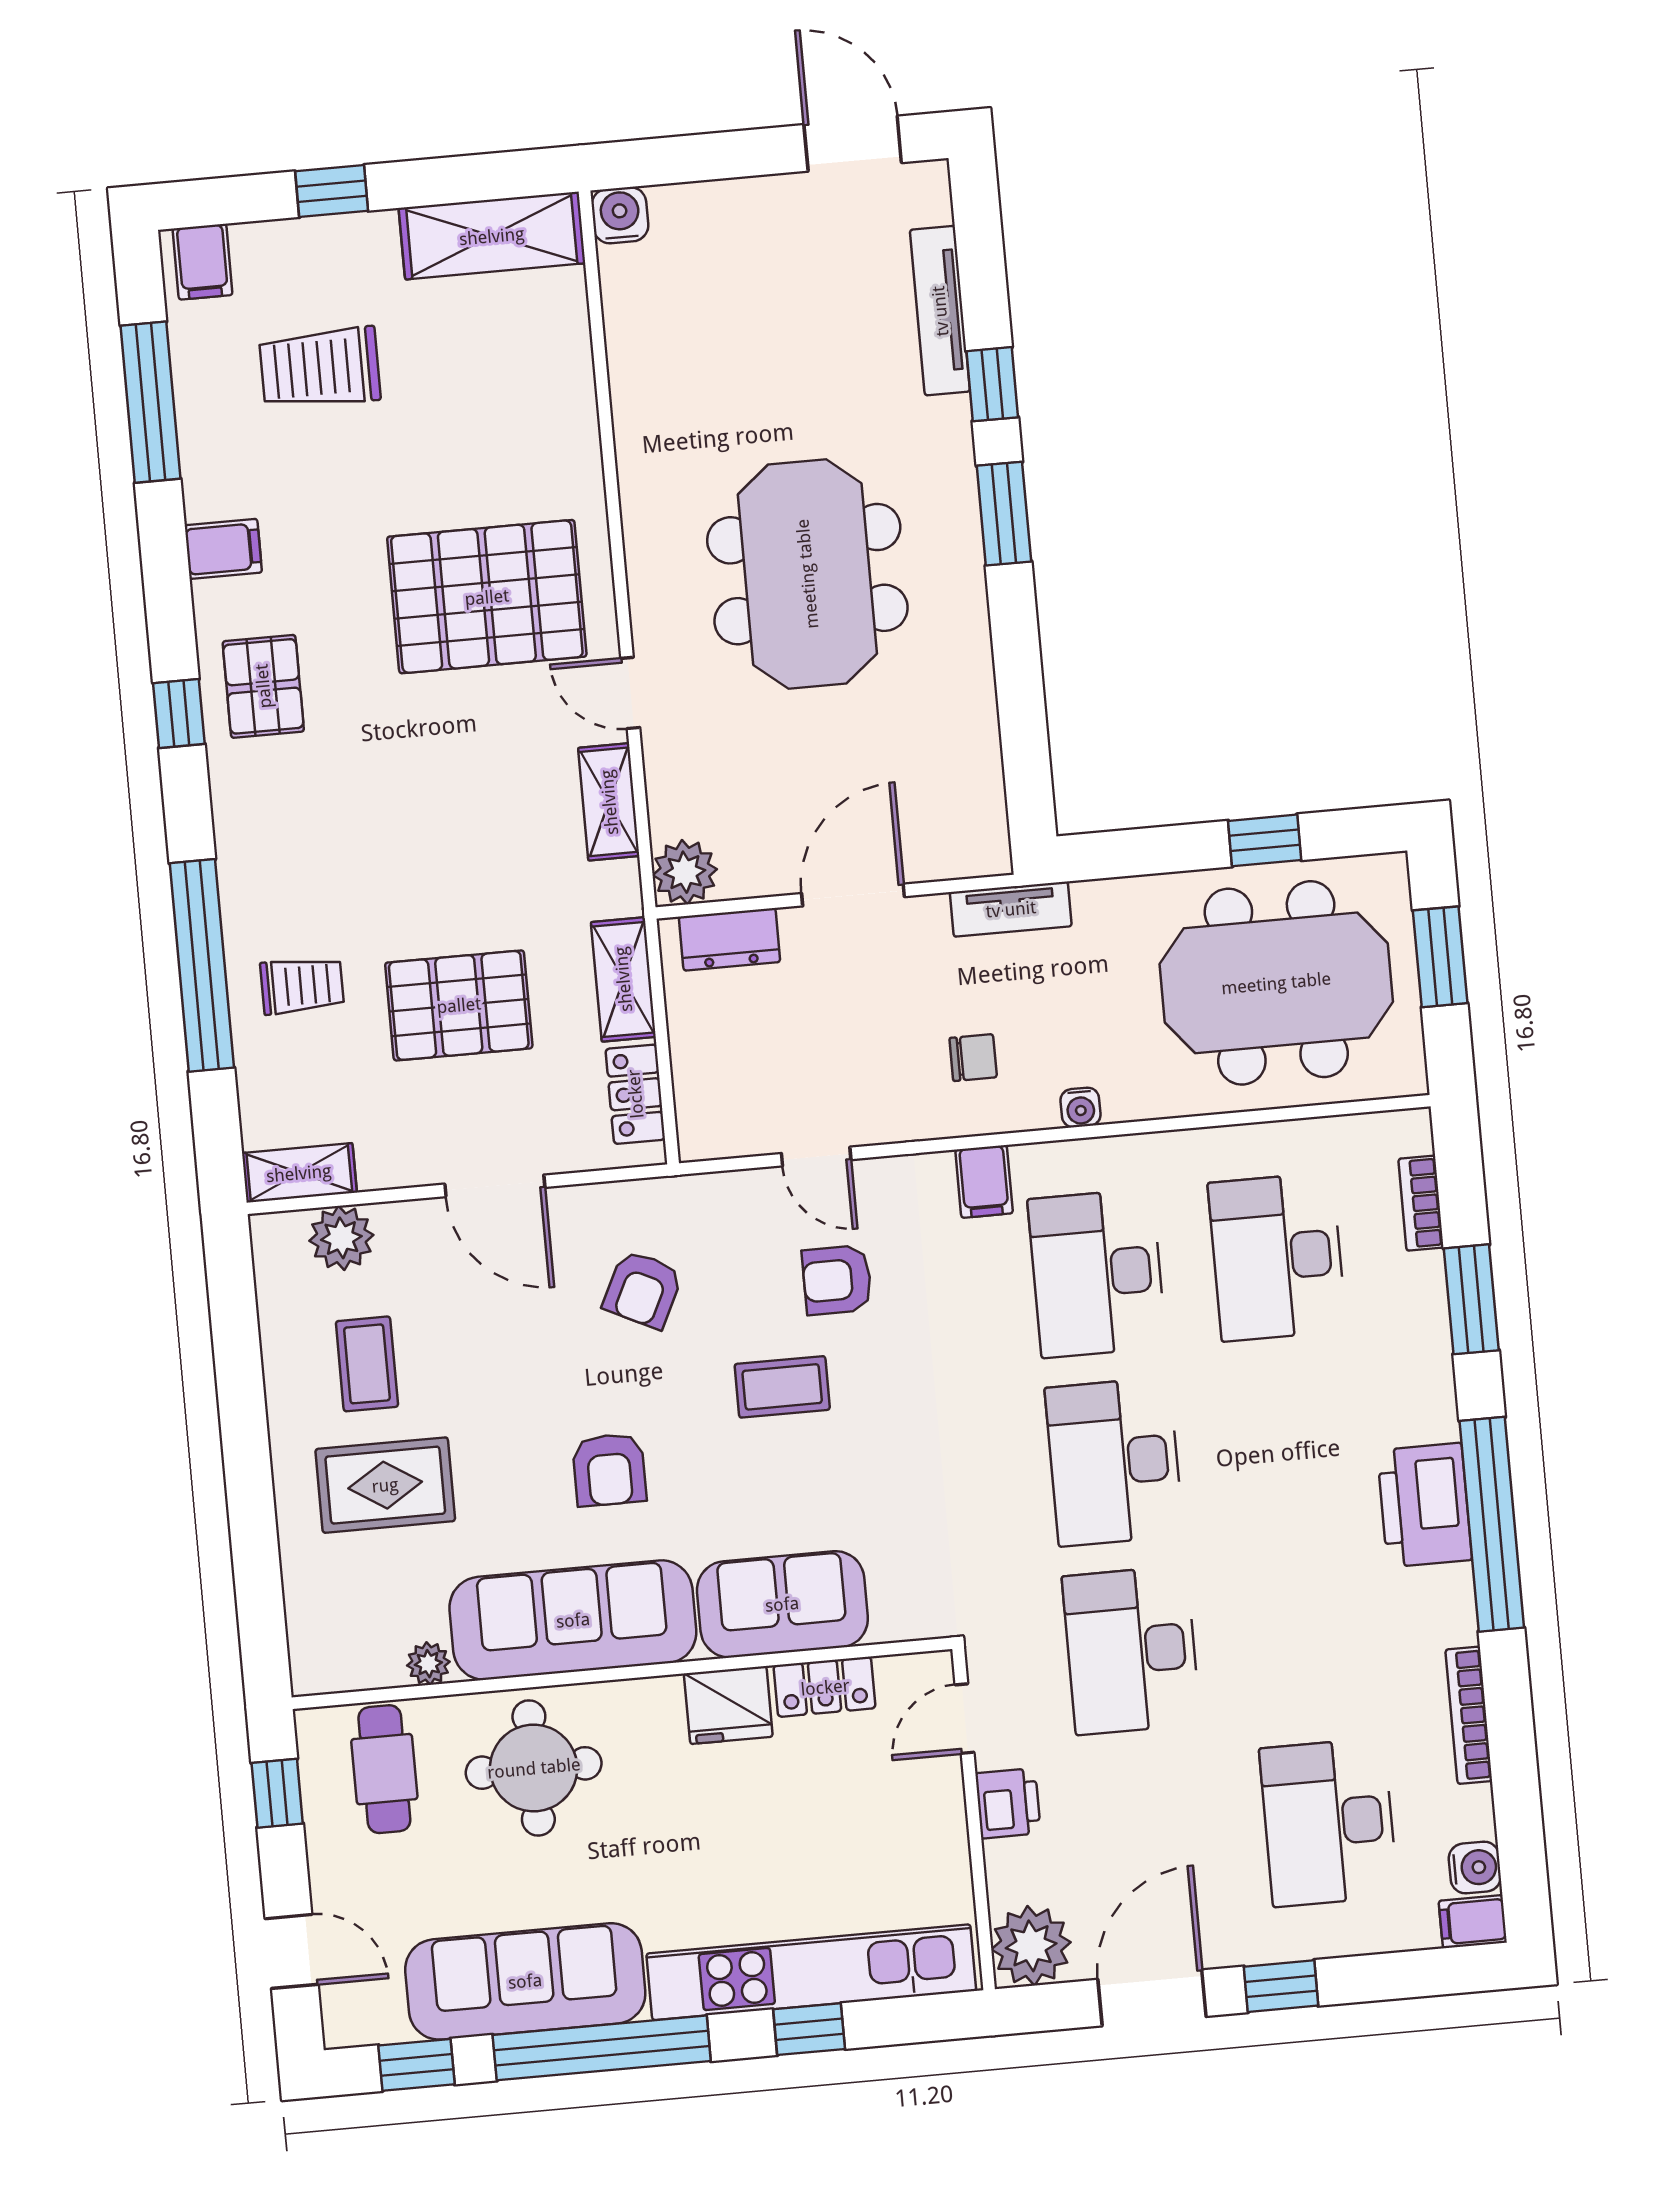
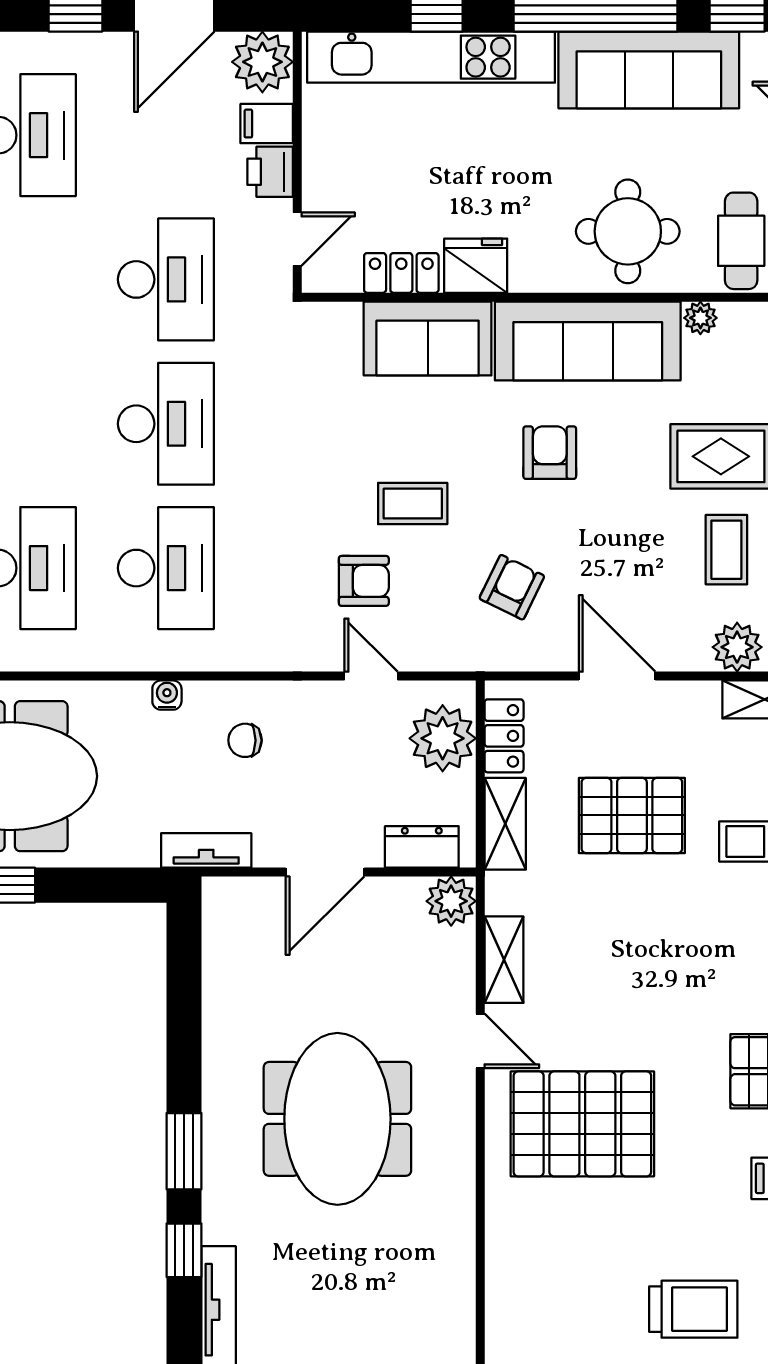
plant: (715, 1084) -> (443, 738), added
filing cabinet: (984, 1182) -> (267, 124), moved, turned -90

